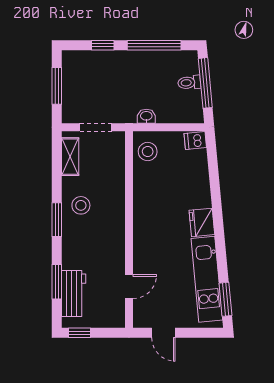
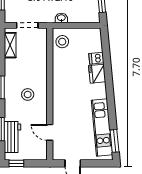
dishwasher: (195, 141) -> (96, 58), moved
stool: (81, 205) -> (28, 94), moved
fridge: (202, 222) -> (97, 74), moved
door: (129, 287) -> (50, 132), swing flipped

